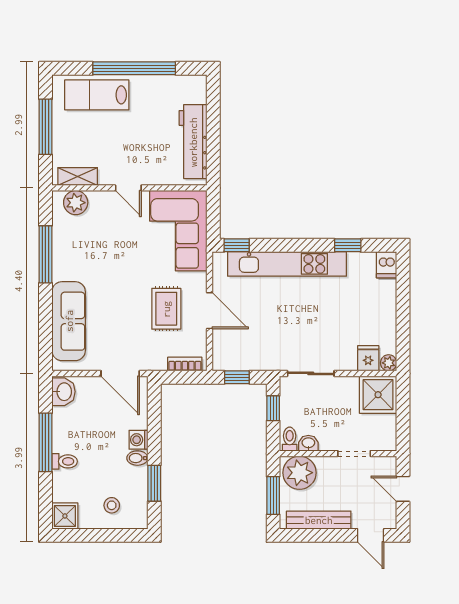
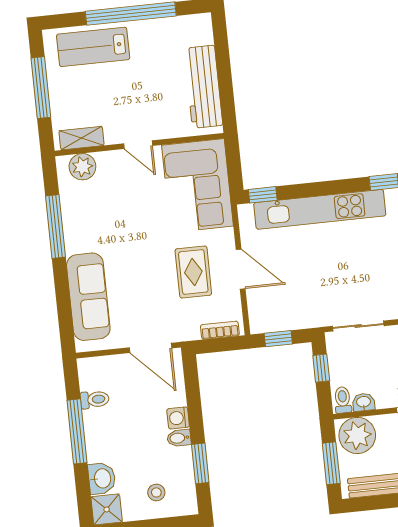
washbasin: (64, 392) -> (102, 478), moved
toilet: (65, 461) -> (95, 400), moved

